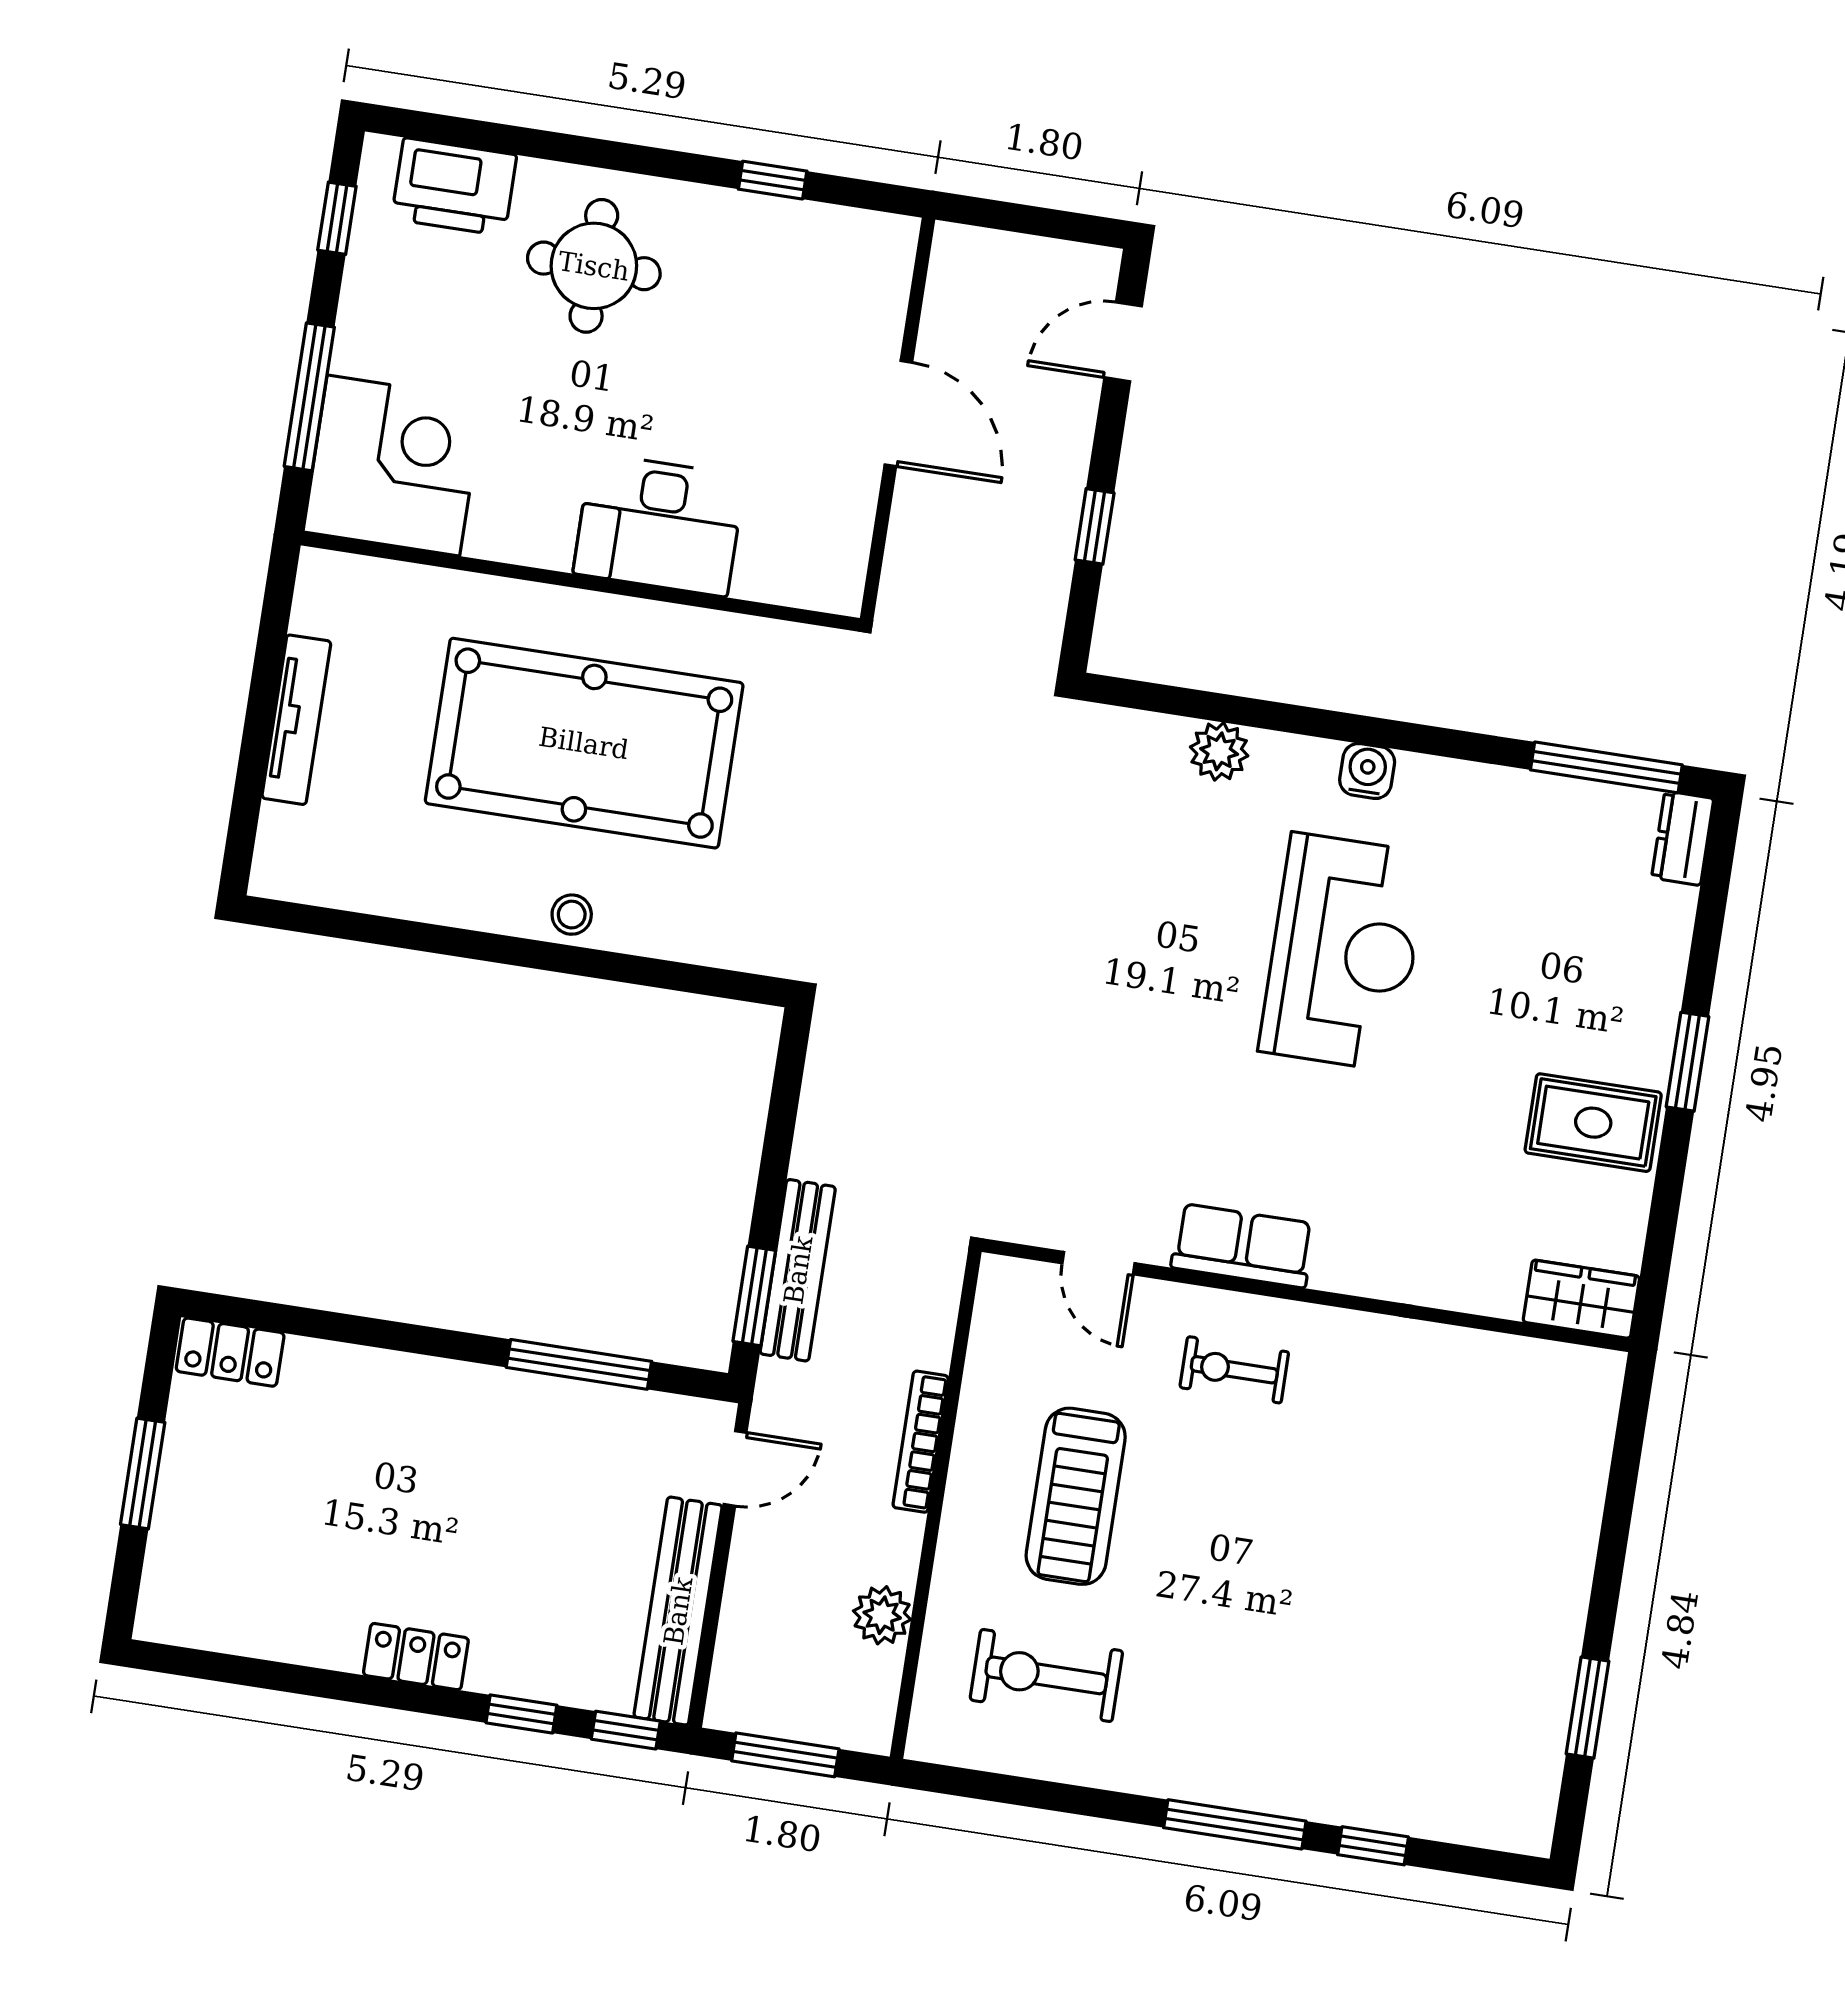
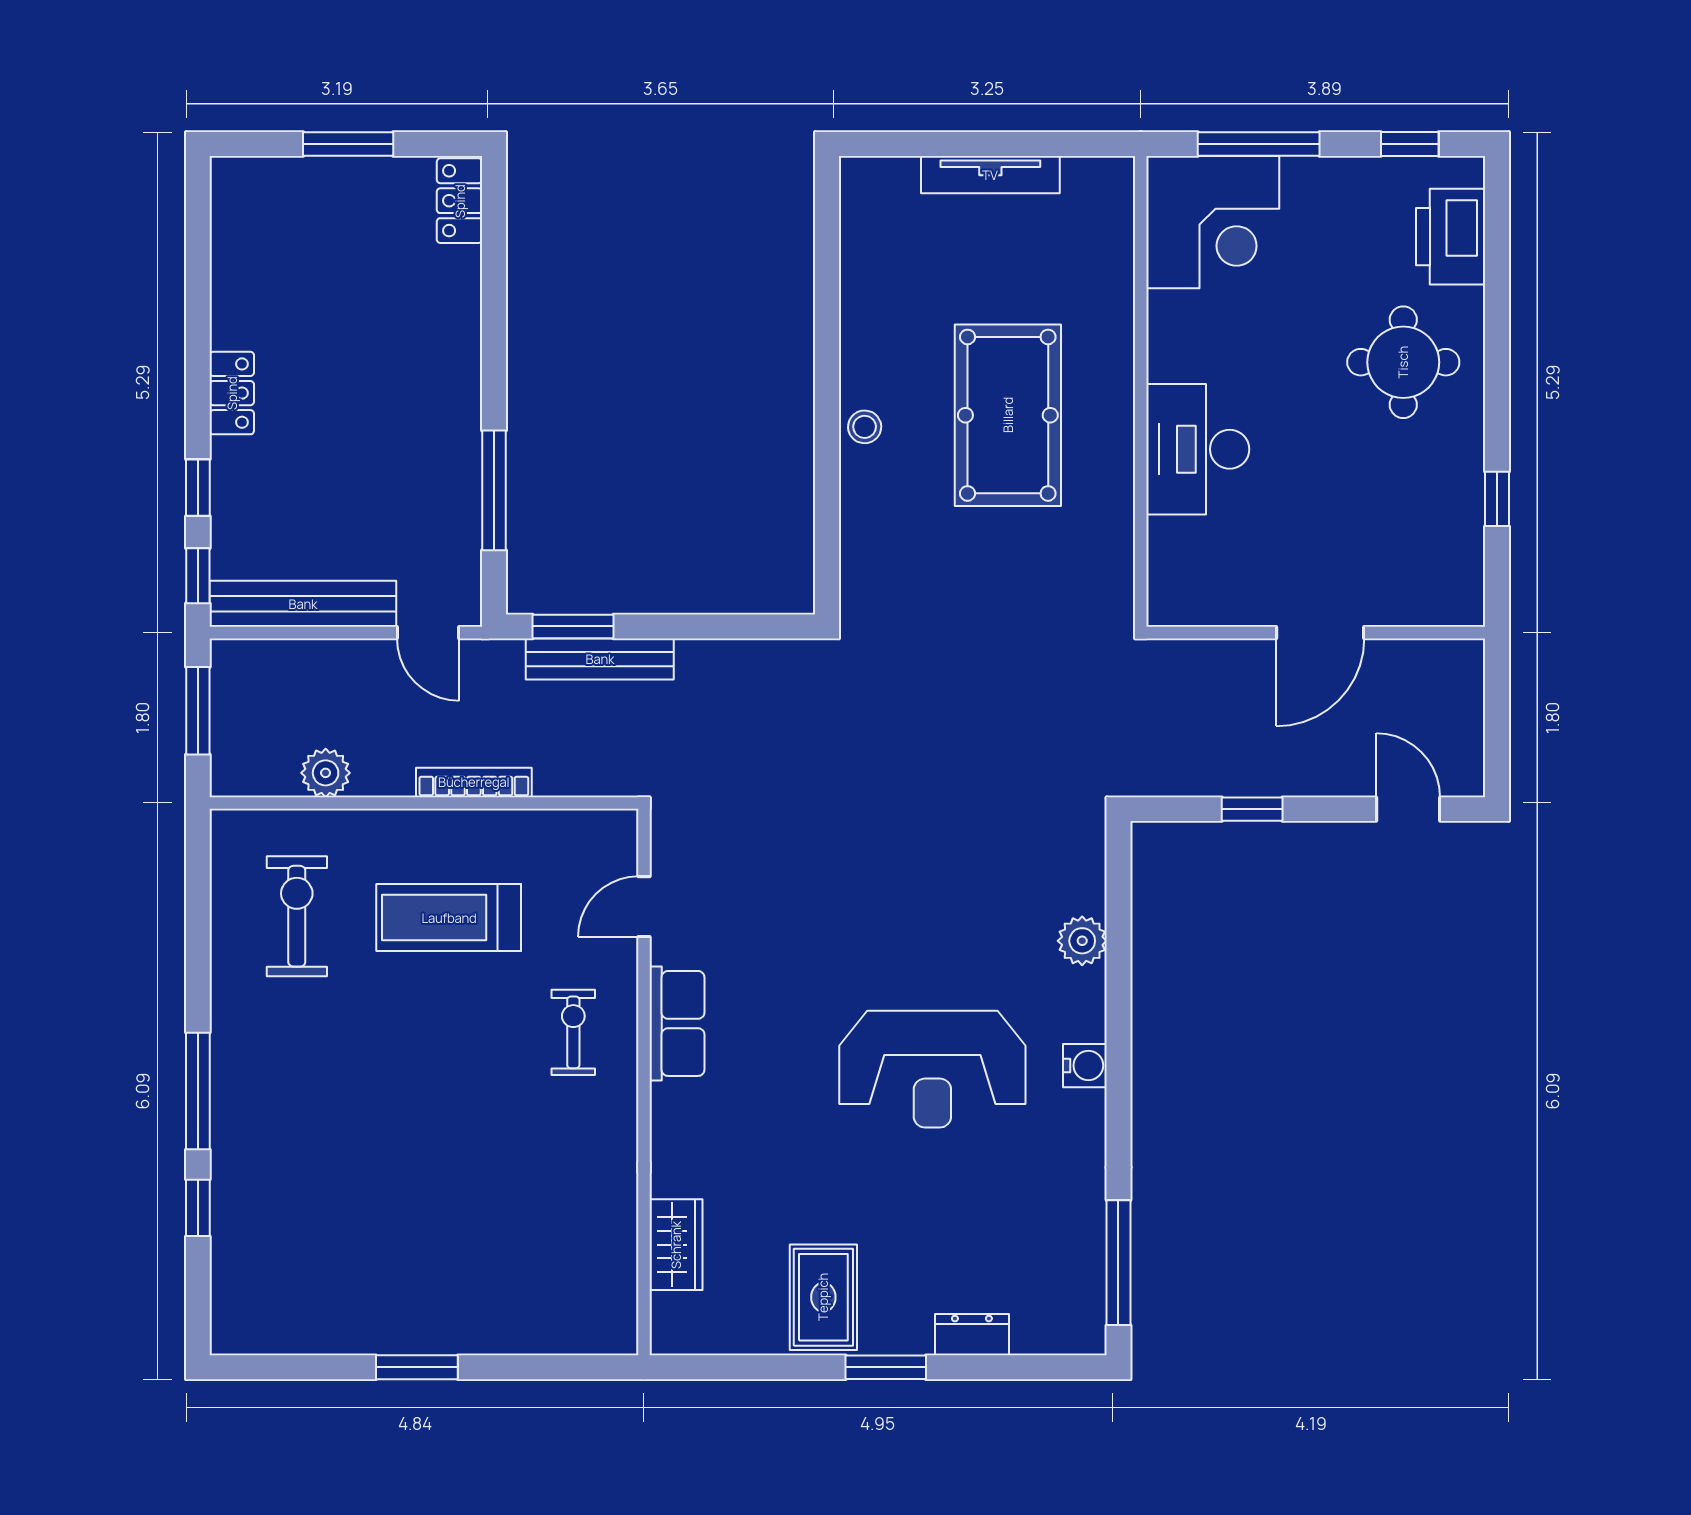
pool table: (584, 743) -> (1008, 415), width x0.73, depth x0.76
dresser: (1683, 838) -> (972, 1335), moved
wardrobe: (1581, 1299) -> (676, 1245), moved
window: (1588, 1708) -> (417, 1367), moved

